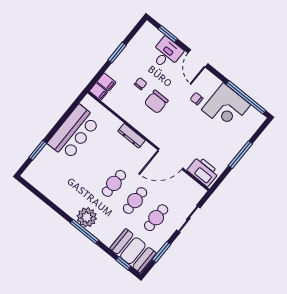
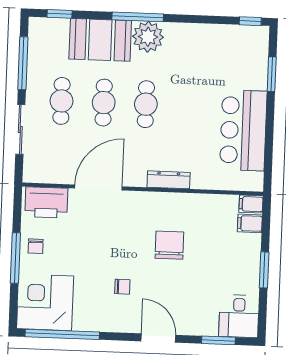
desk: (166, 53) -> (239, 316), moved
chair: (141, 84) -> (36, 246), moved
corner desk: (226, 107) -> (45, 302), moved
window: (28, 186) -> (250, 21), added
booth: (133, 251) -> (100, 40), moved
window: (161, 252) -> (23, 63), width x1.44

